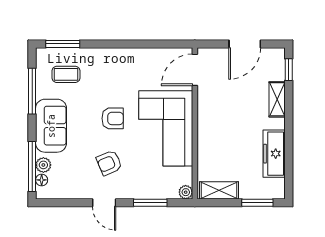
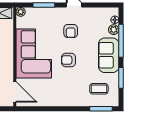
door: (195, 70) -> (15, 92), hinge flipped
window: (32, 91) -> (121, 78), width x0.69
armchair: (109, 163) -> (71, 31), turned 113
window: (32, 167) -> (121, 41), moved

